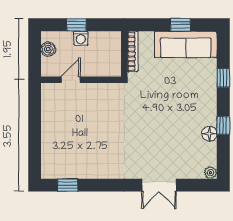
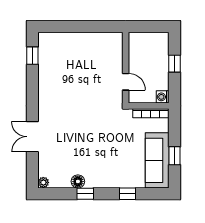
washing machine: (81, 38) -> (163, 97), moved
boiler: (48, 49) -> (153, 39), removed
door: (71, 80) -> (126, 82), moved

